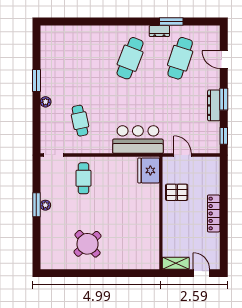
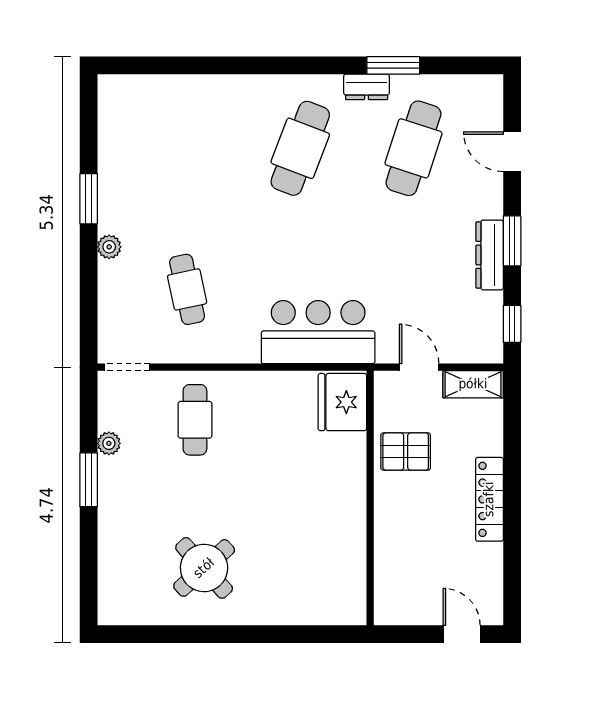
plant: (45, 205) -> (109, 443), moved
shelving: (176, 263) -> (473, 384), moved

